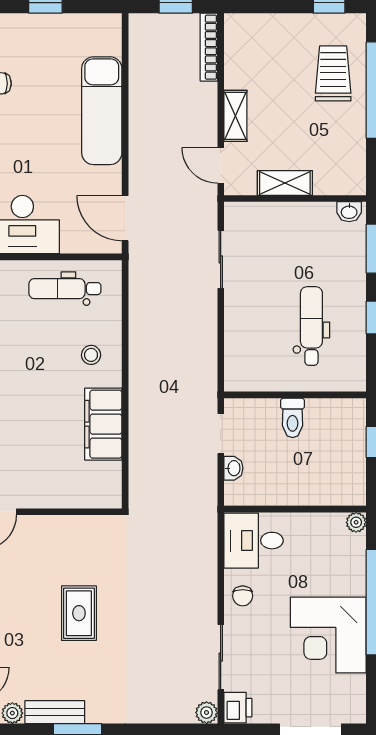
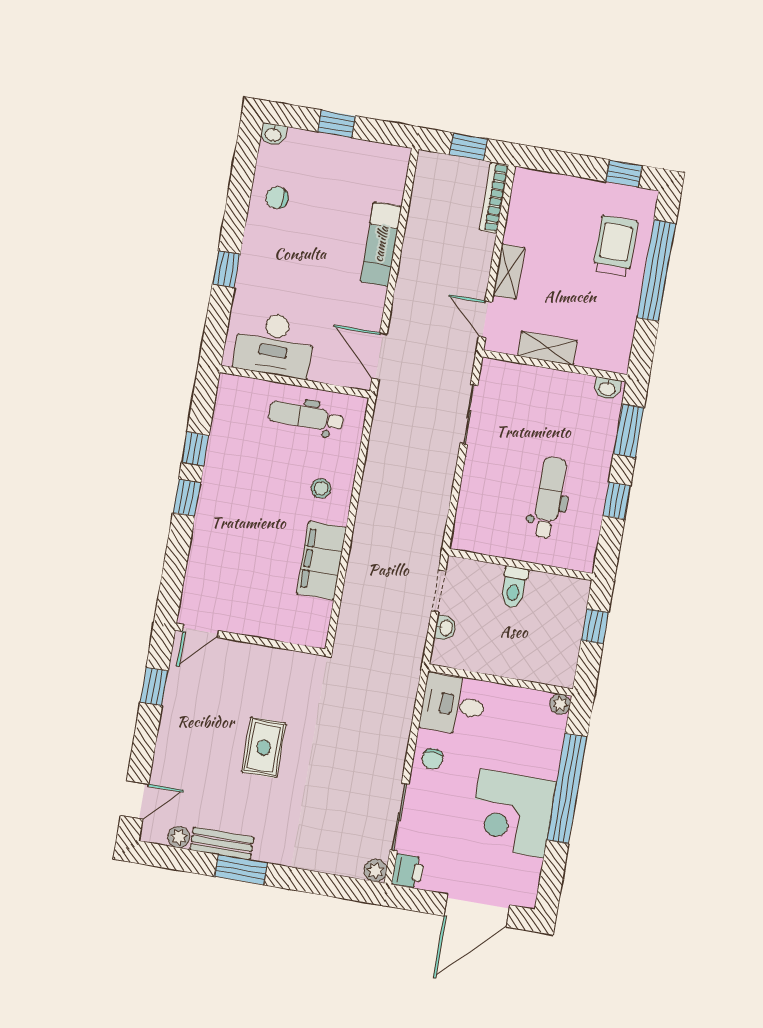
exam couch: (102, 111) -> (381, 244), width x0.73, depth x0.69

